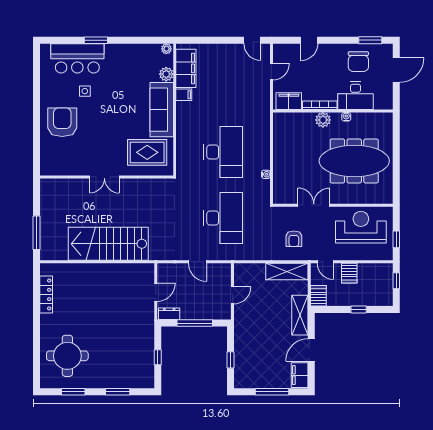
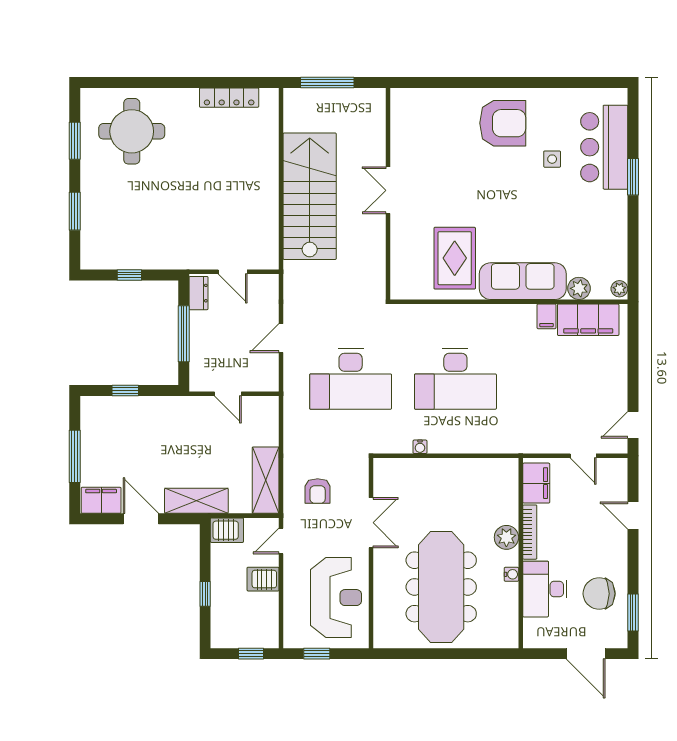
double door: (104, 177) -> (388, 190), moved
wall: (107, 177) -> (388, 194), moved
armchair: (294, 239) -> (318, 491), turned -90

